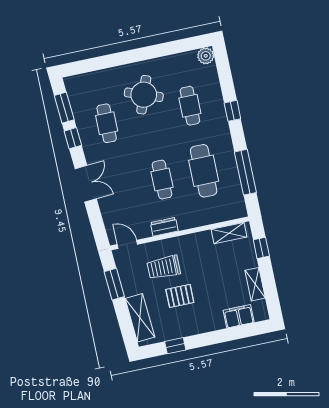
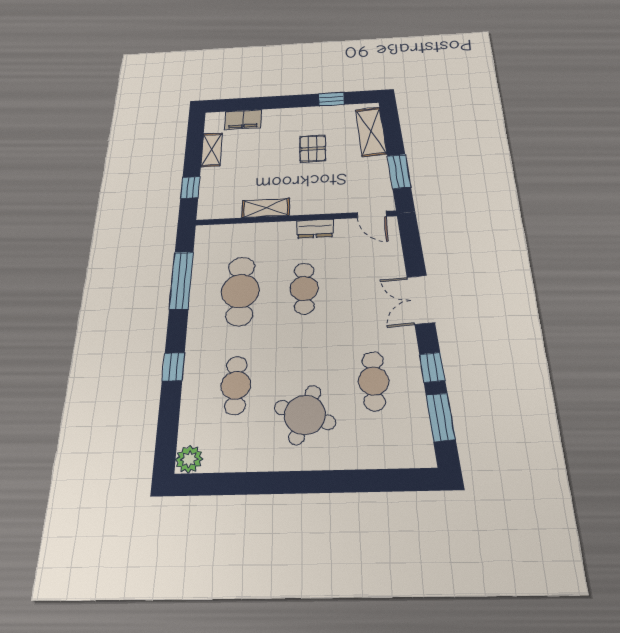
shelving: (229, 233) -> (266, 208), moved
trolley: (164, 267) -> (327, 182), removed
pallet: (180, 296) -> (313, 149), turned 90

